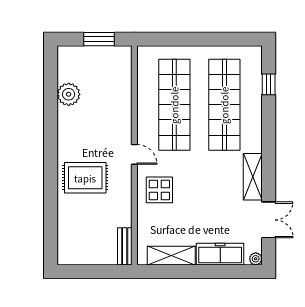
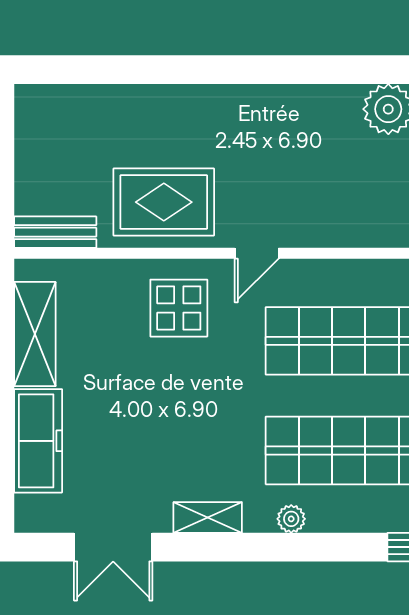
shelving: (253, 177) -> (208, 517), width x0.67, depth x0.75
rug: (85, 178) -> (164, 202), moved, turned 90
plant: (256, 259) -> (291, 519), moved

